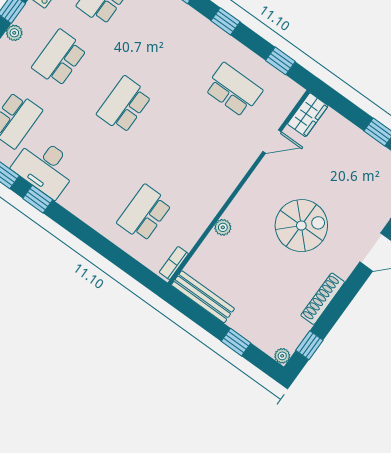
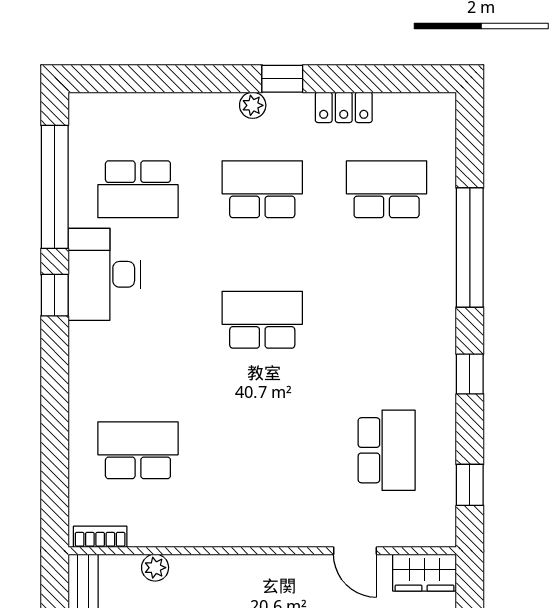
plant: (223, 227) -> (155, 568), moved

